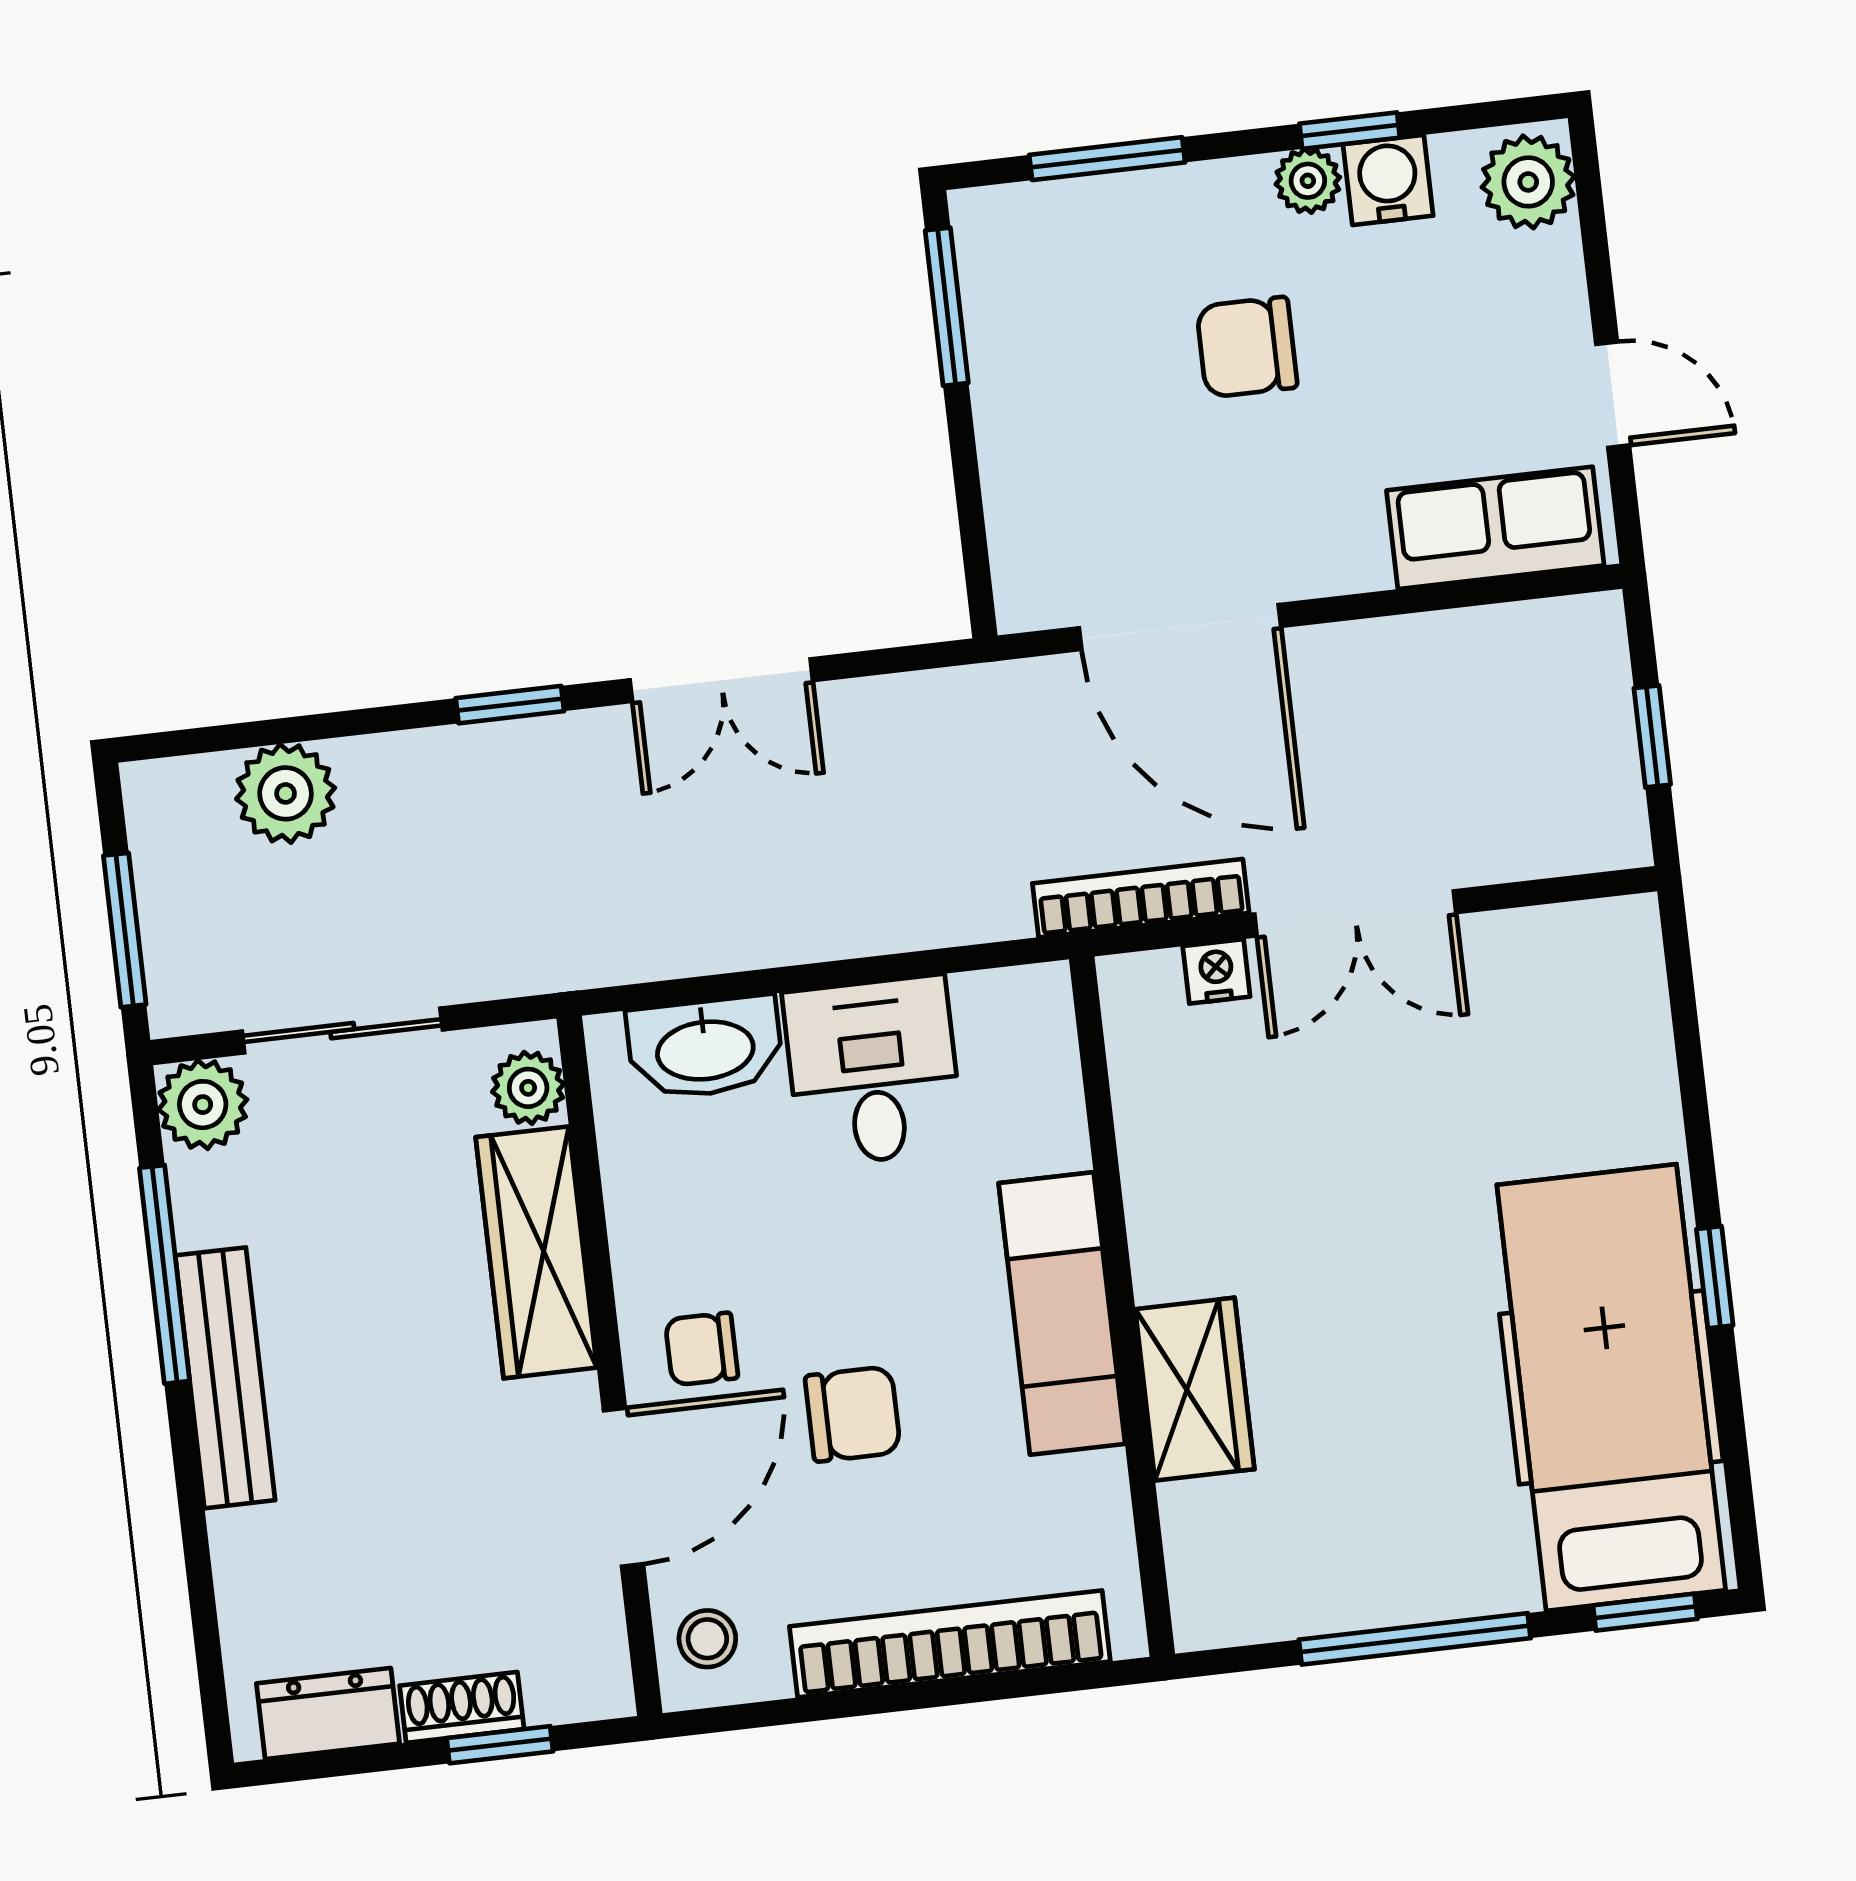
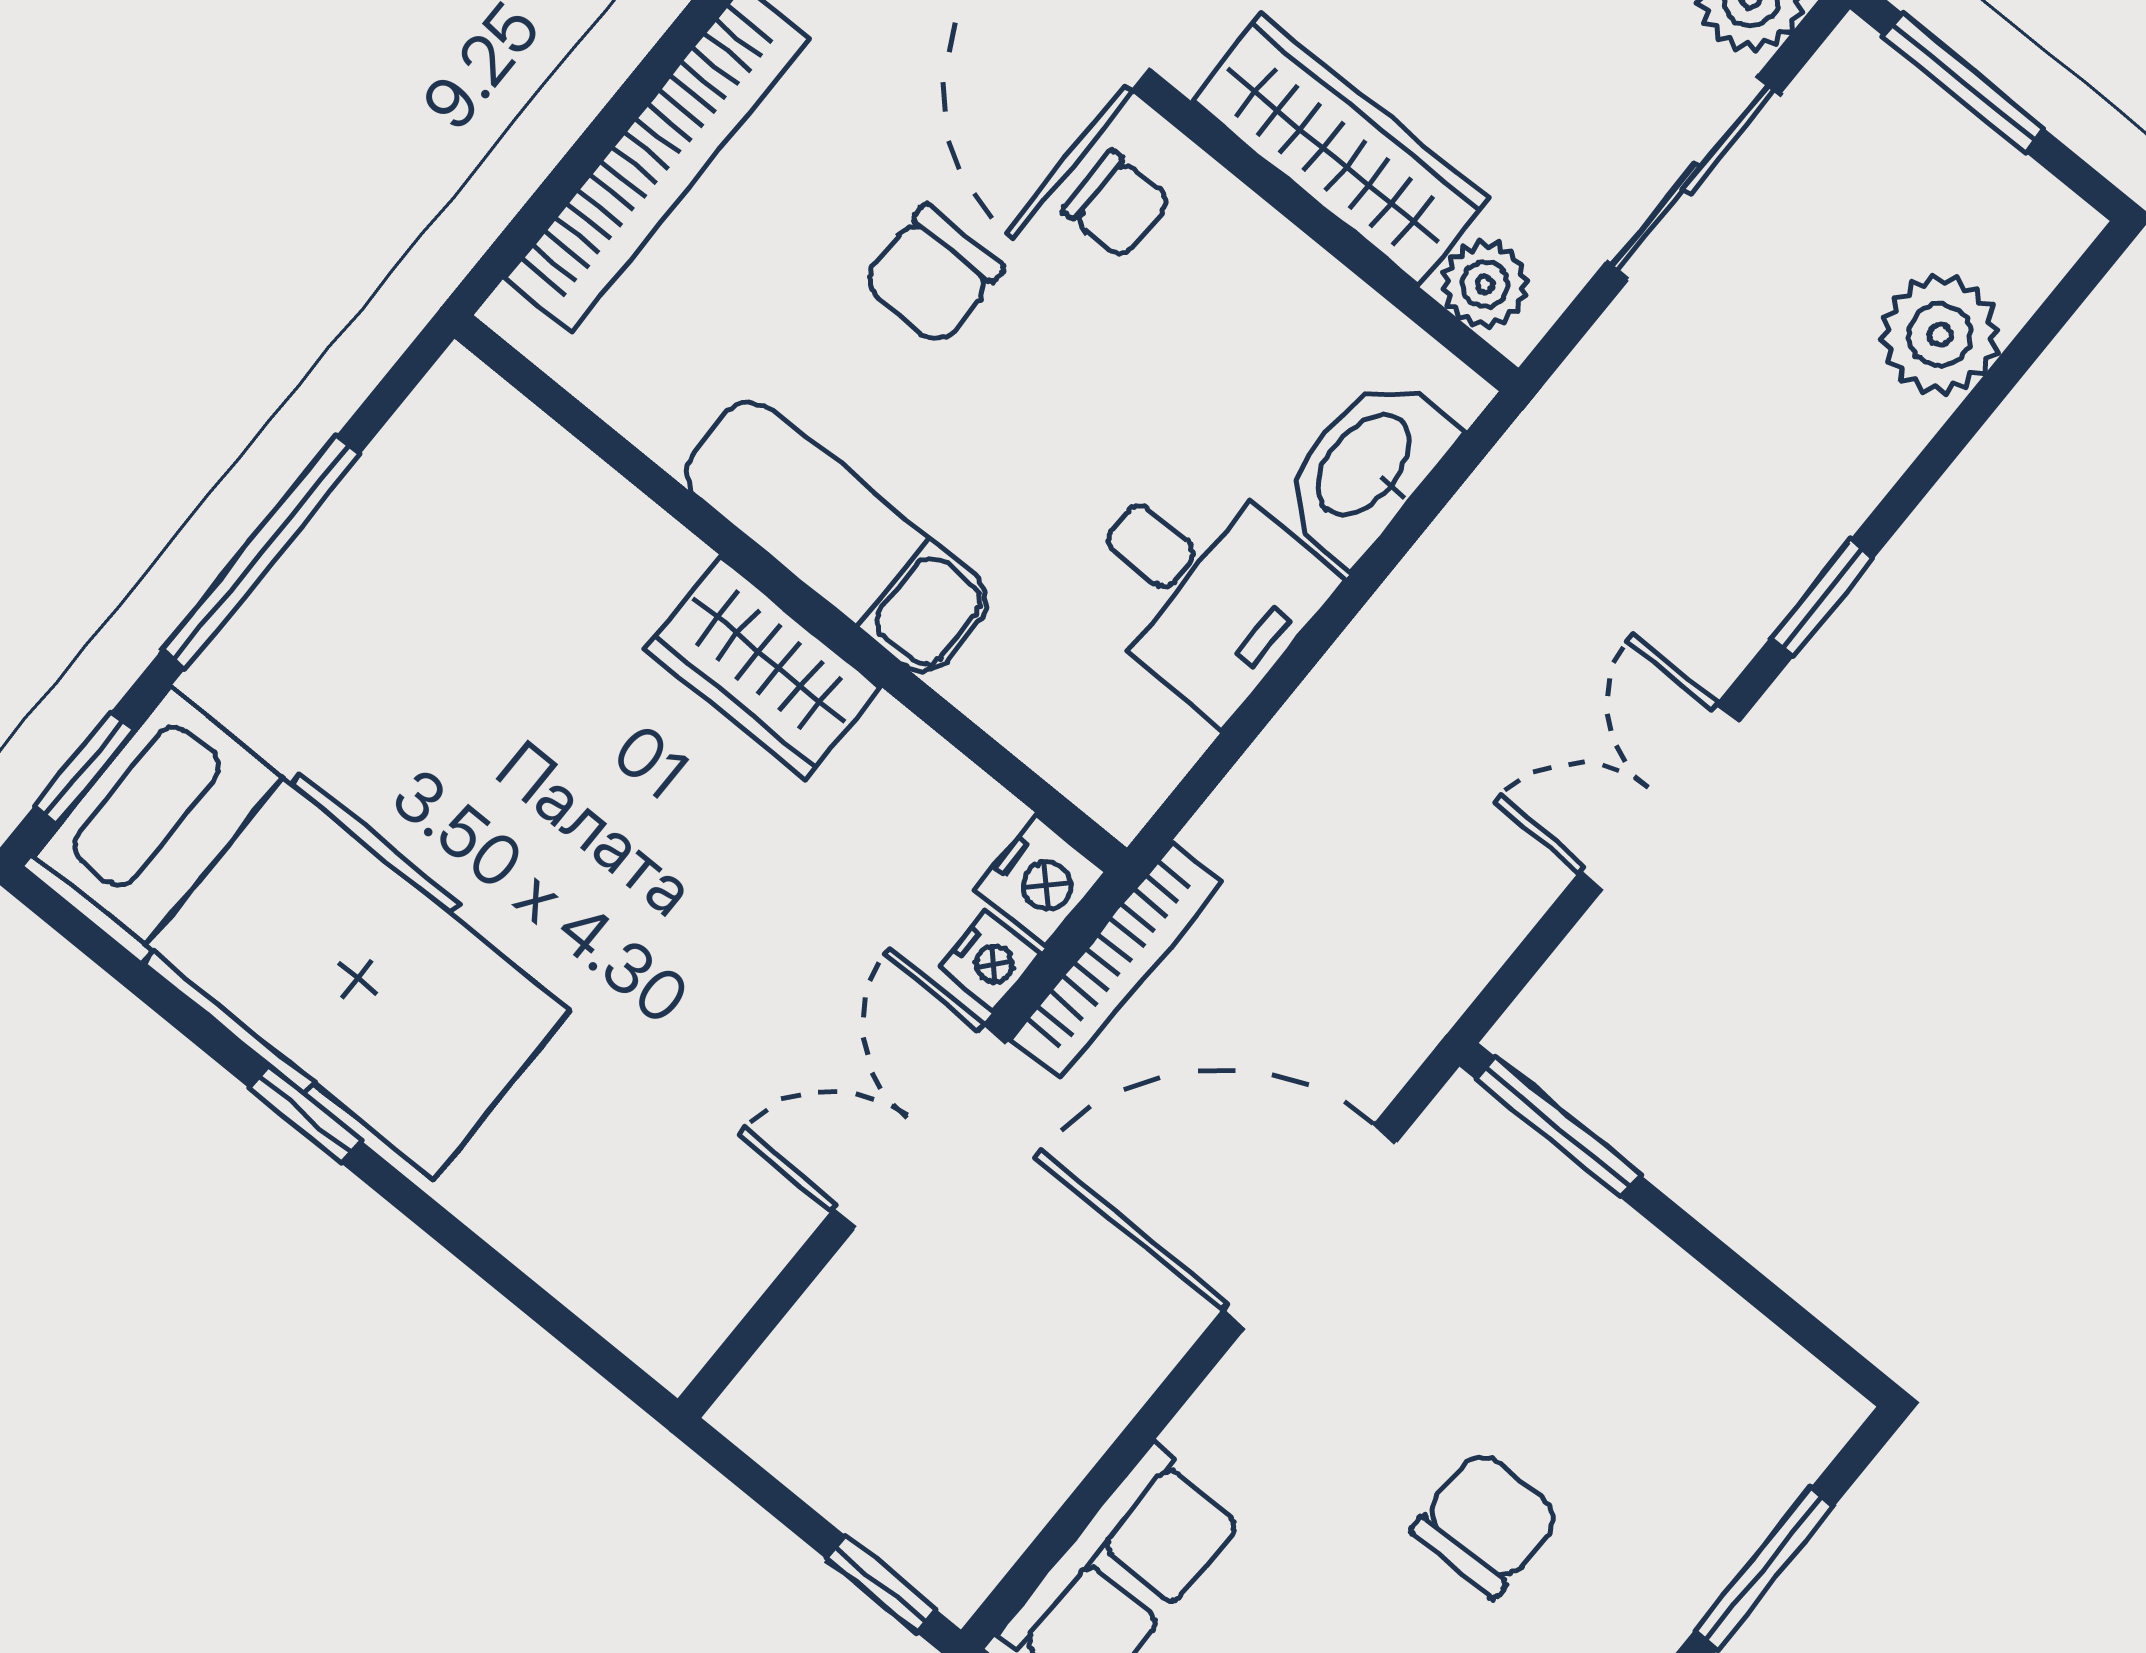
window: (947, 307) -> (1558, 1127), moved
window: (1652, 736) -> (881, 1584), moved
nightstand: (1139, 989) -> (1041, 881), added
chair: (702, 1349) -> (1117, 205), turned 90
wardrobe: (1195, 1389) -> (763, 668), moved

